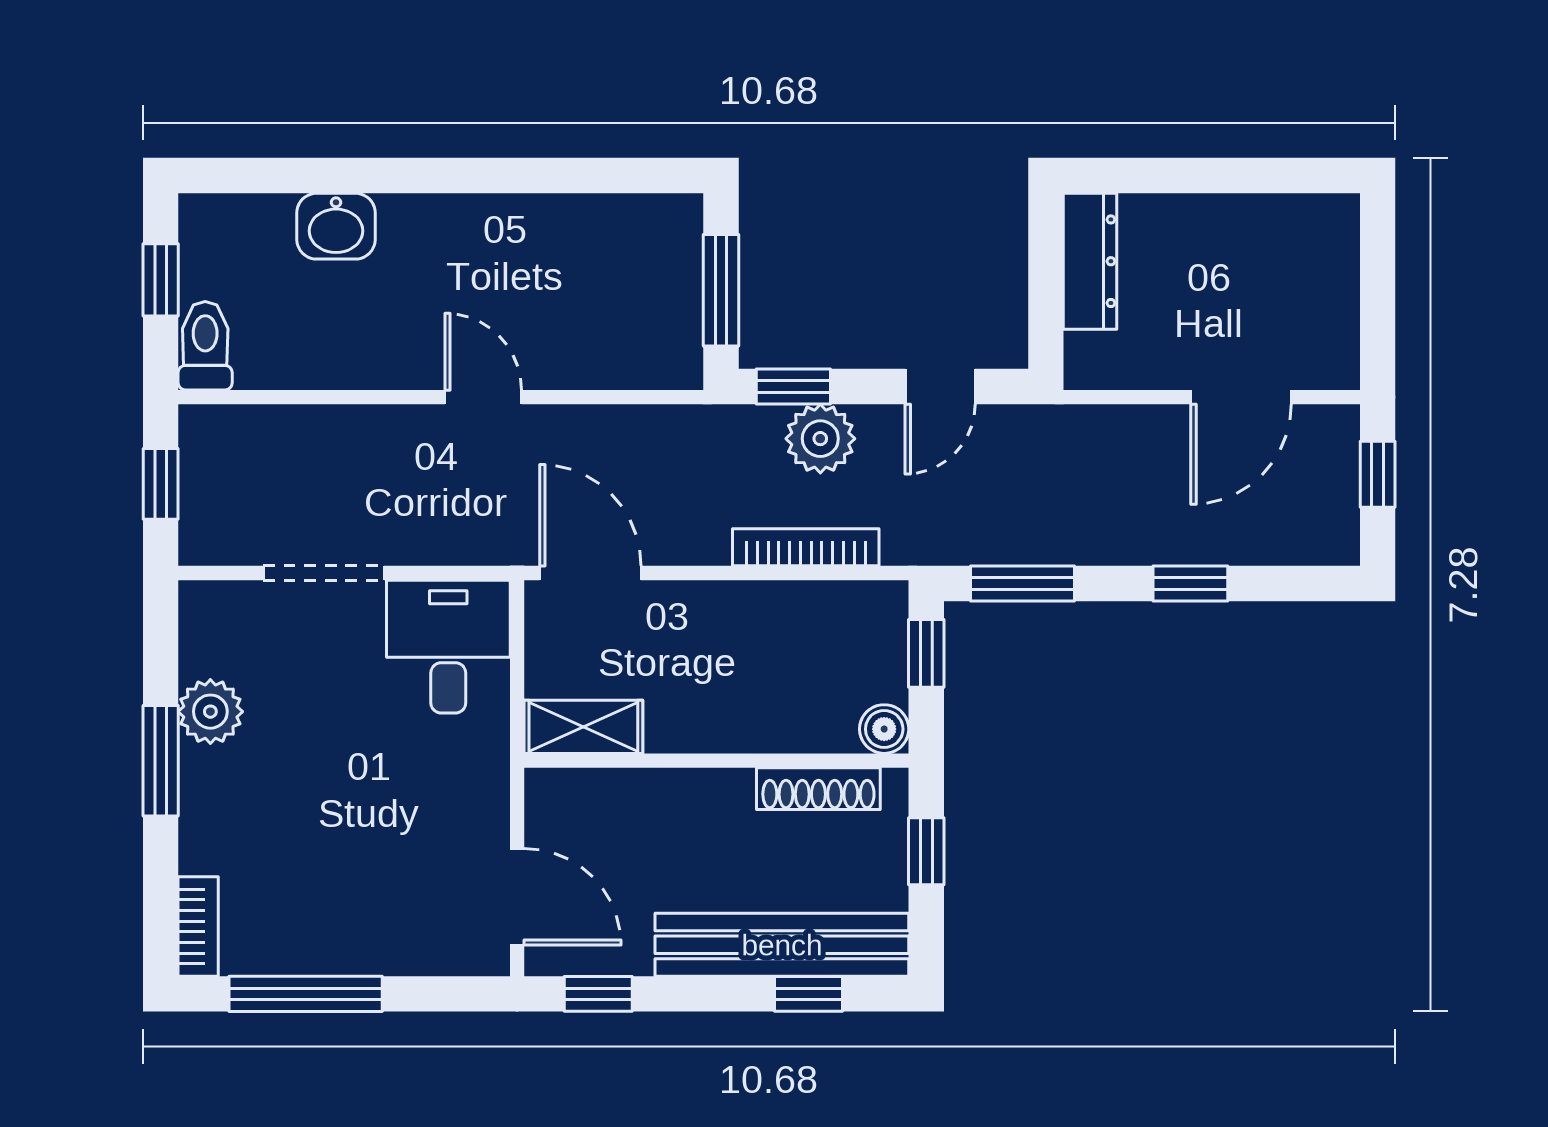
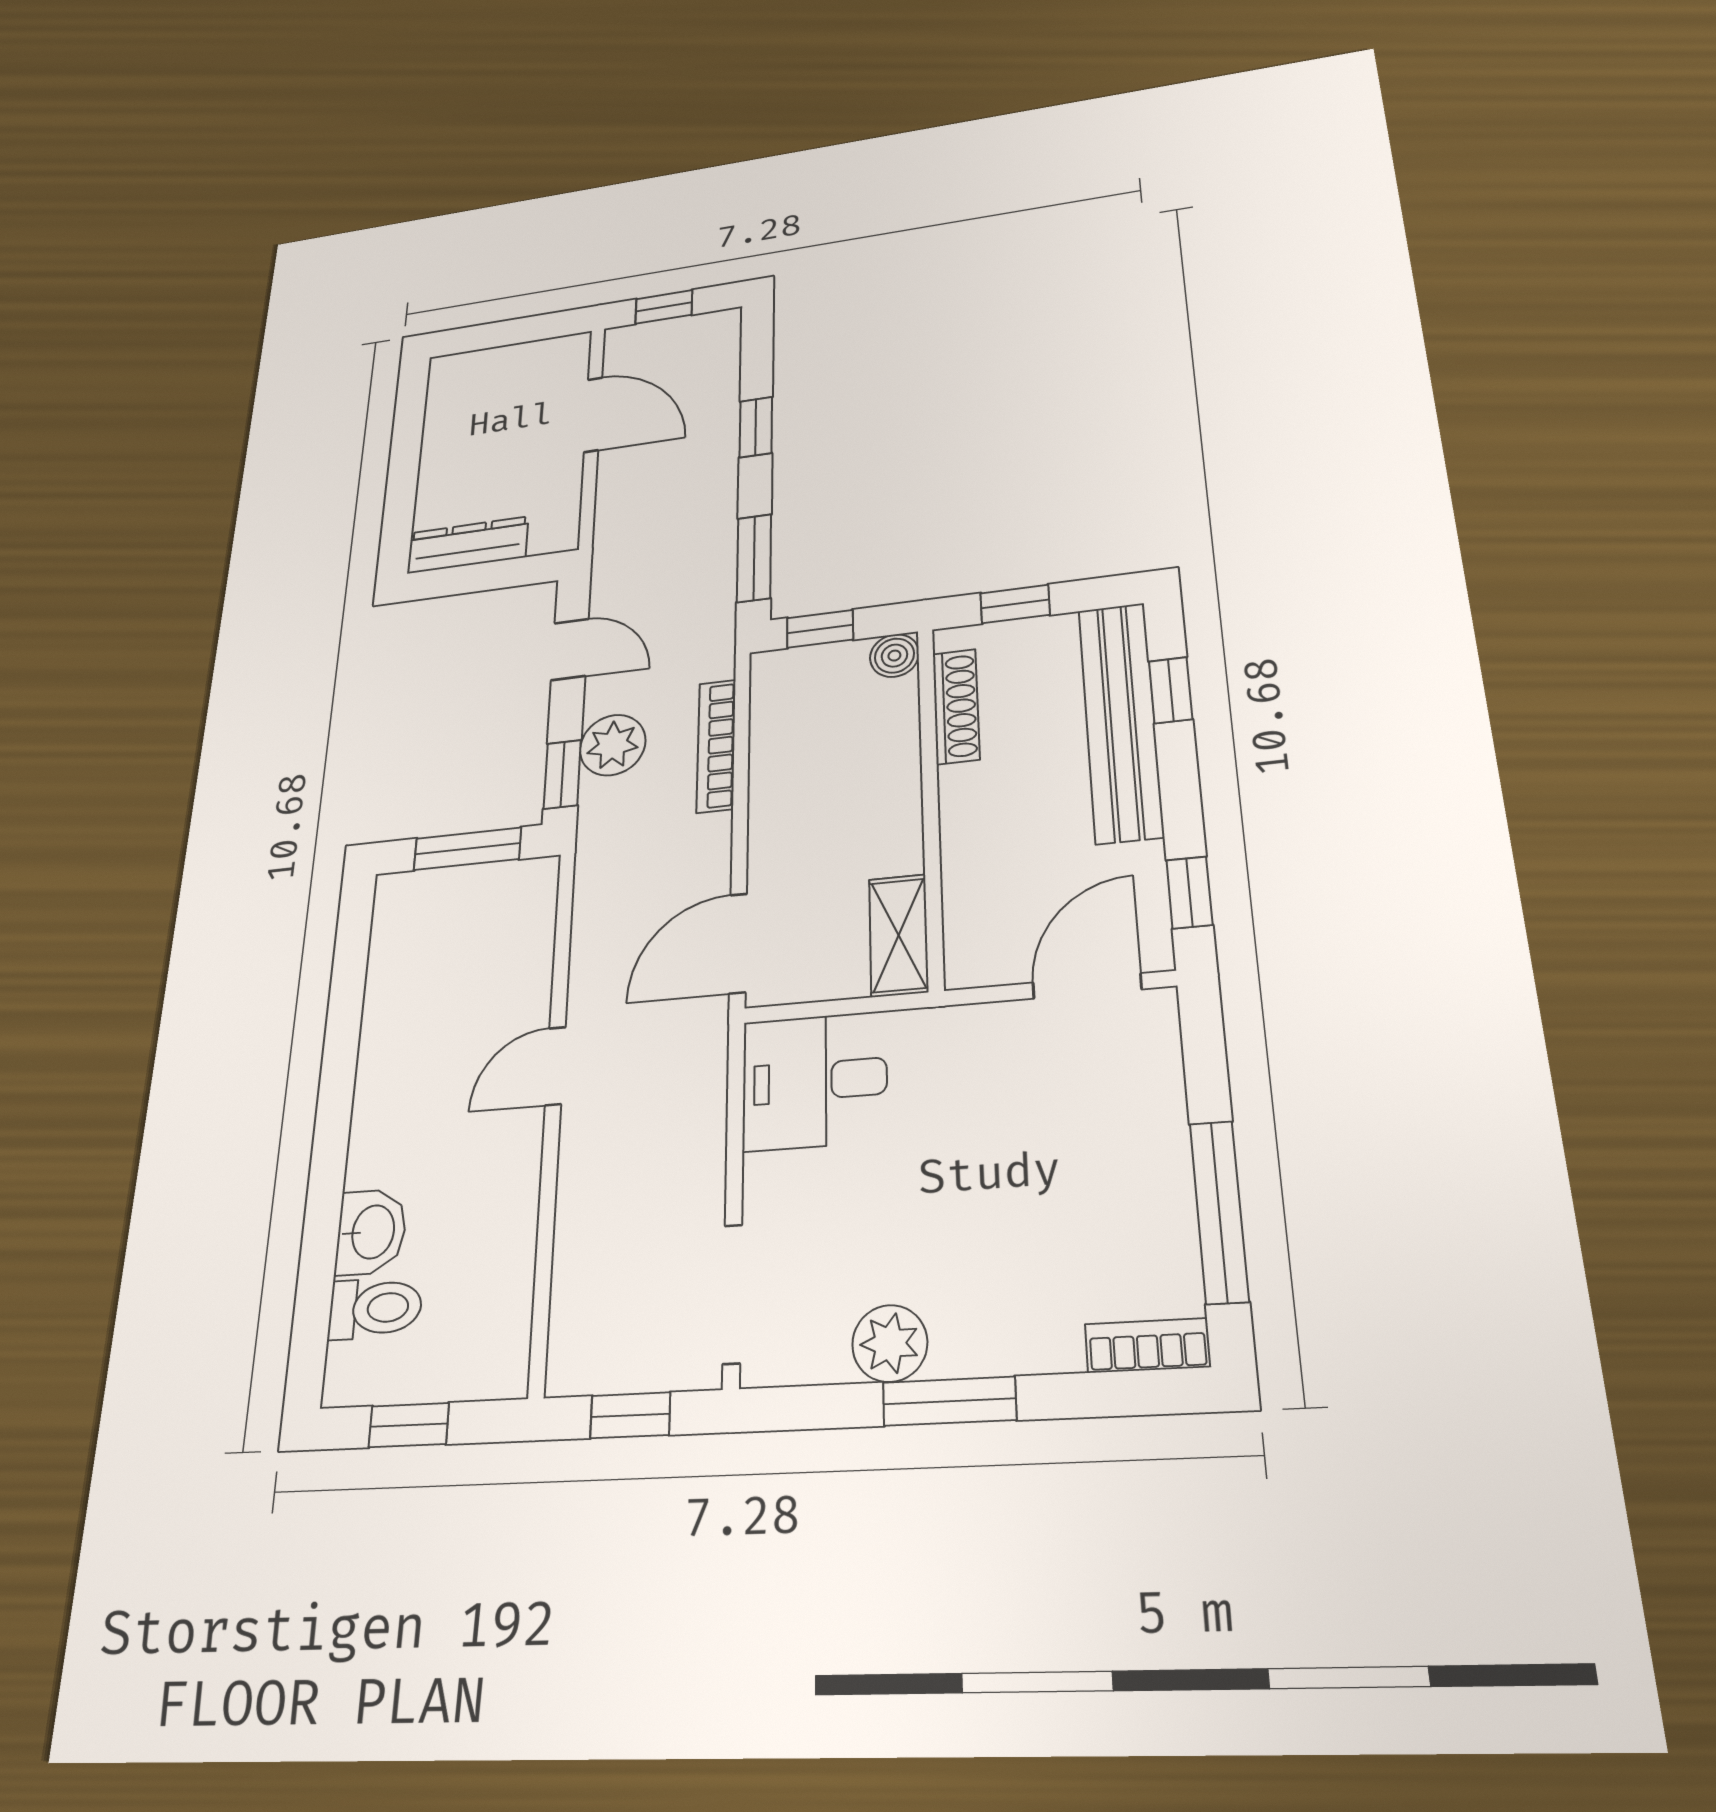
toilet: (205, 346) -> (375, 1308), moved, turned 180
doorway: (324, 573) -> (732, 1294), moved

